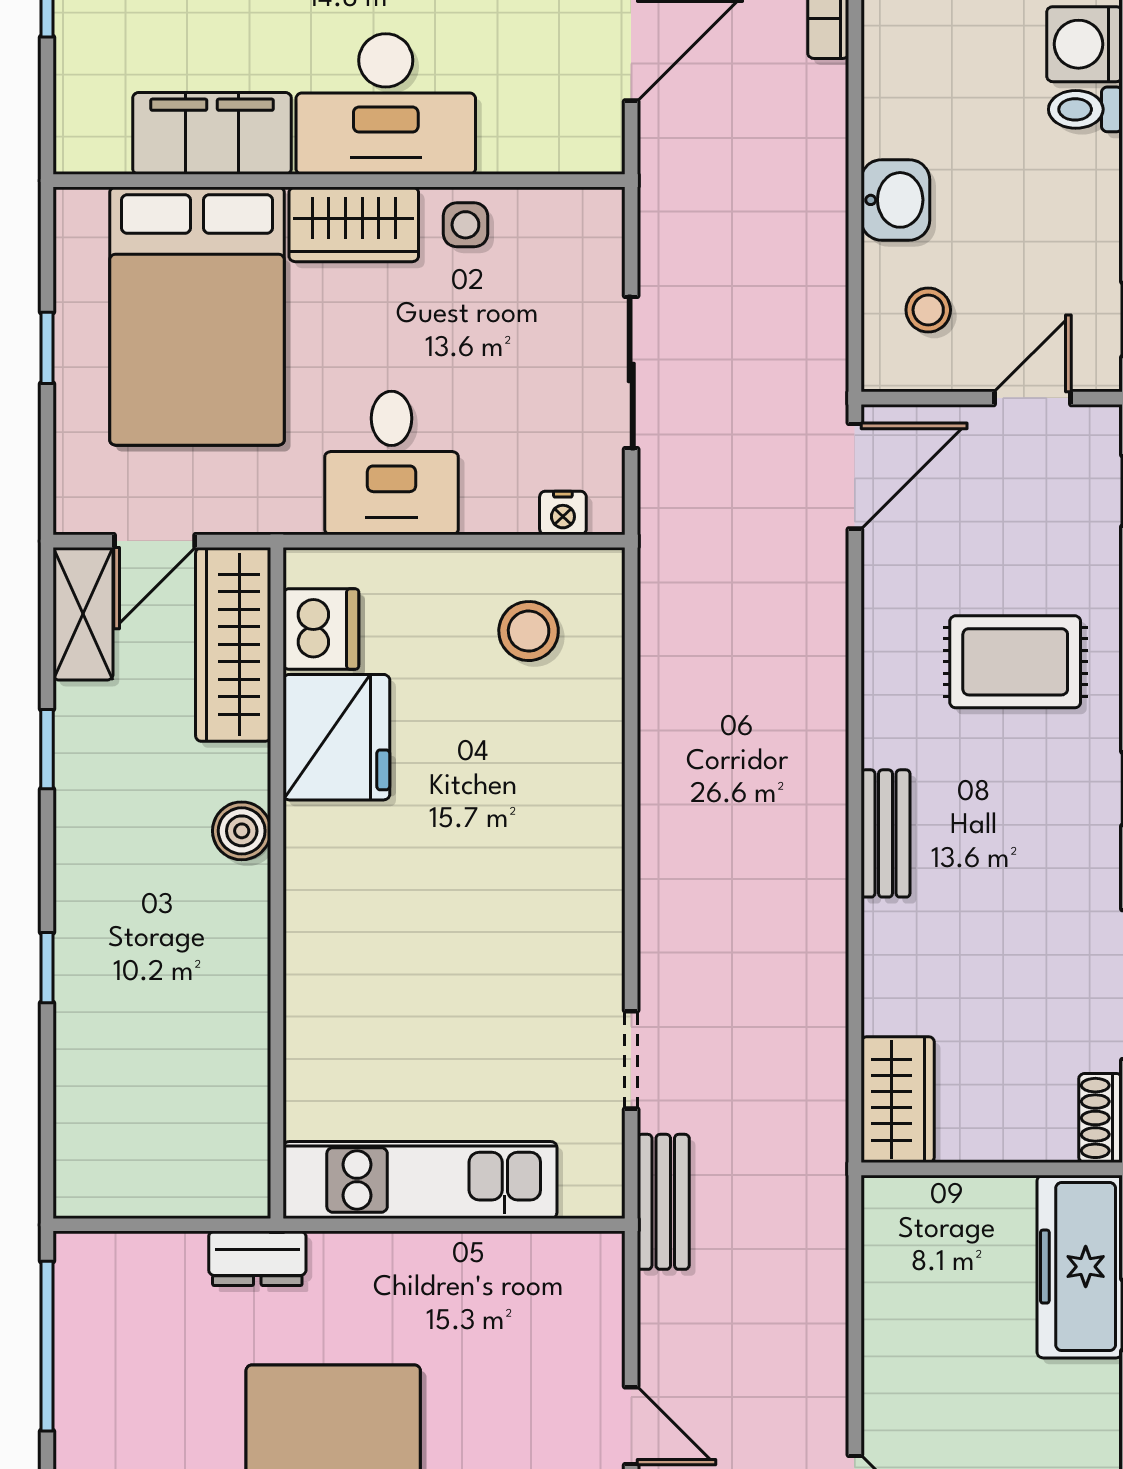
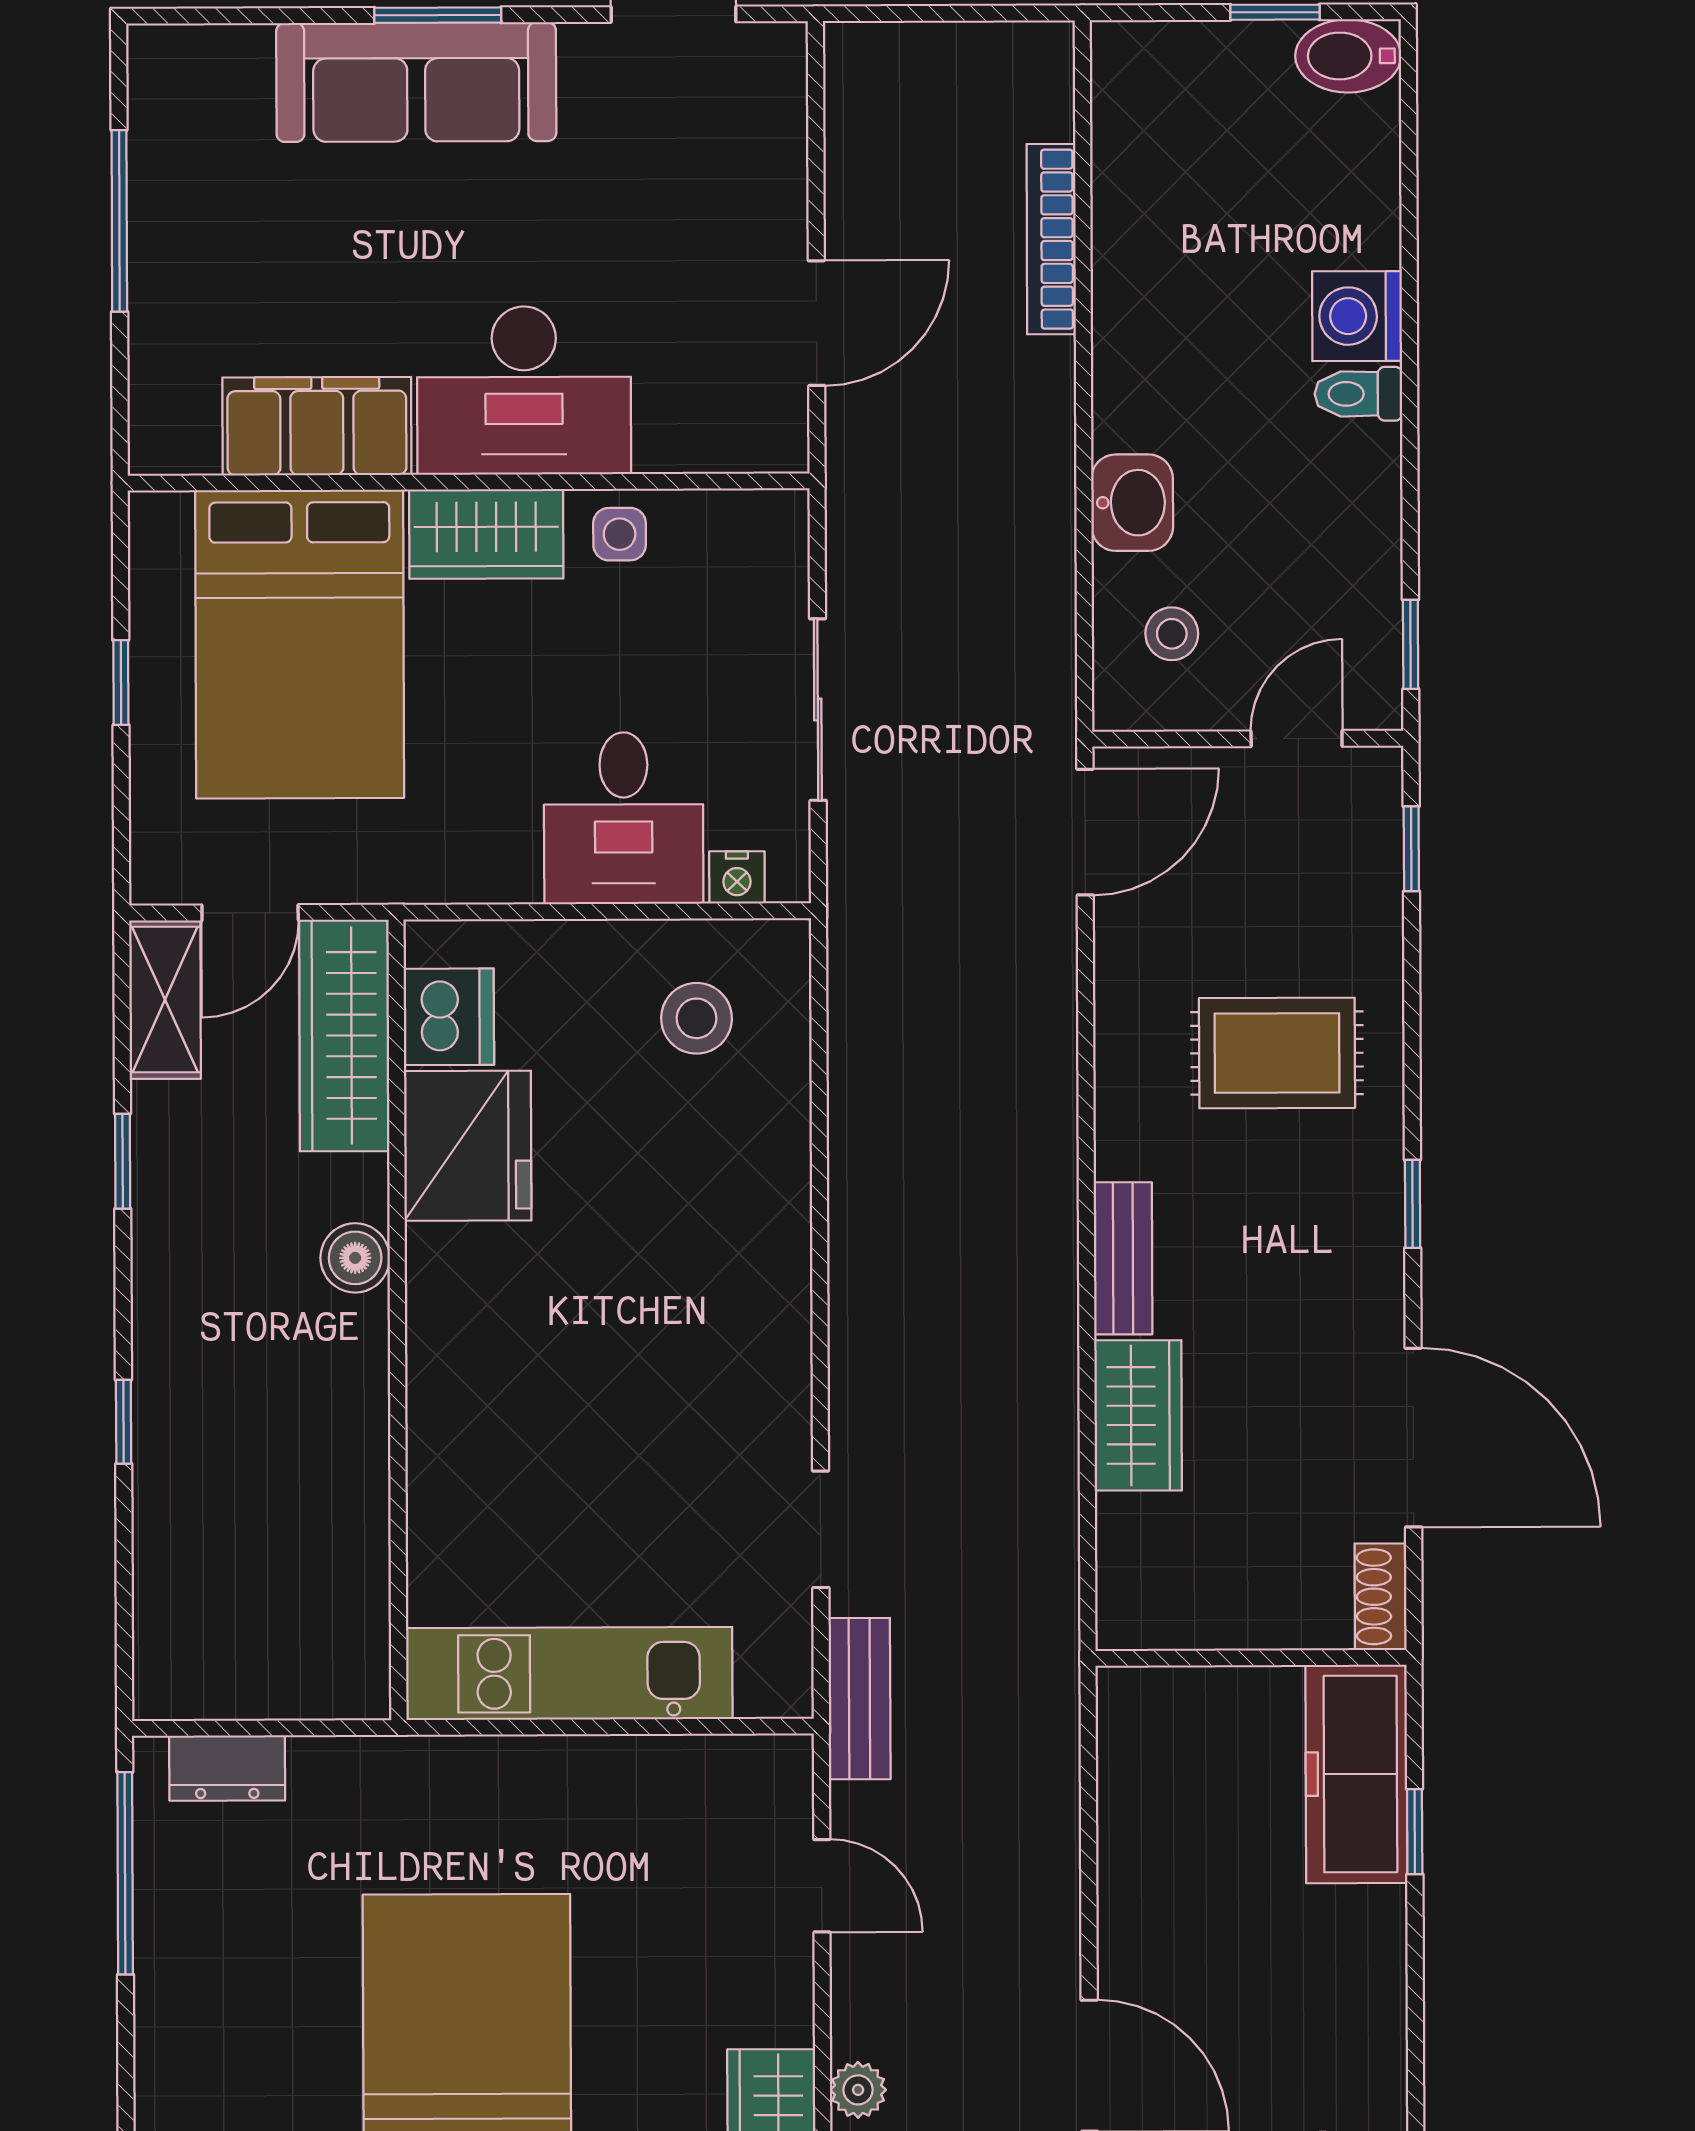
desk: (392, 463) -> (624, 818), moved
wardrobe: (898, 1100) -> (1138, 1415), moved
dresser: (257, 1258) -> (227, 1768), moved
door: (631, 1426) -> (822, 1886), moved

